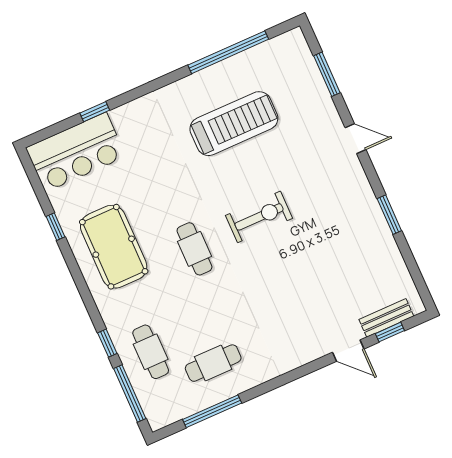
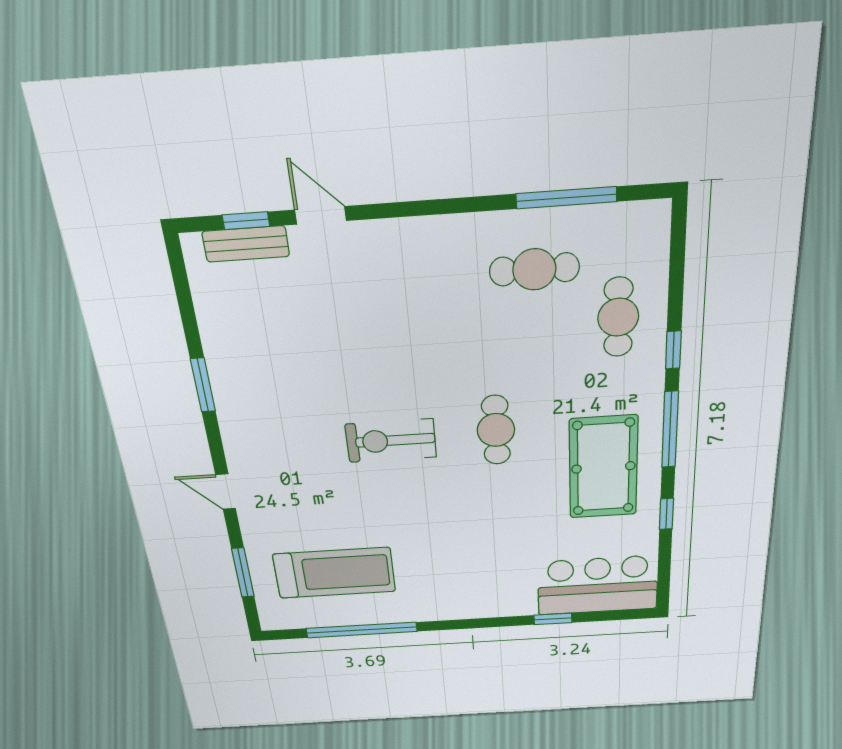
treadmill: (234, 124) -> (334, 573), moved, turned 180
window: (130, 393) -> (670, 430), moved

